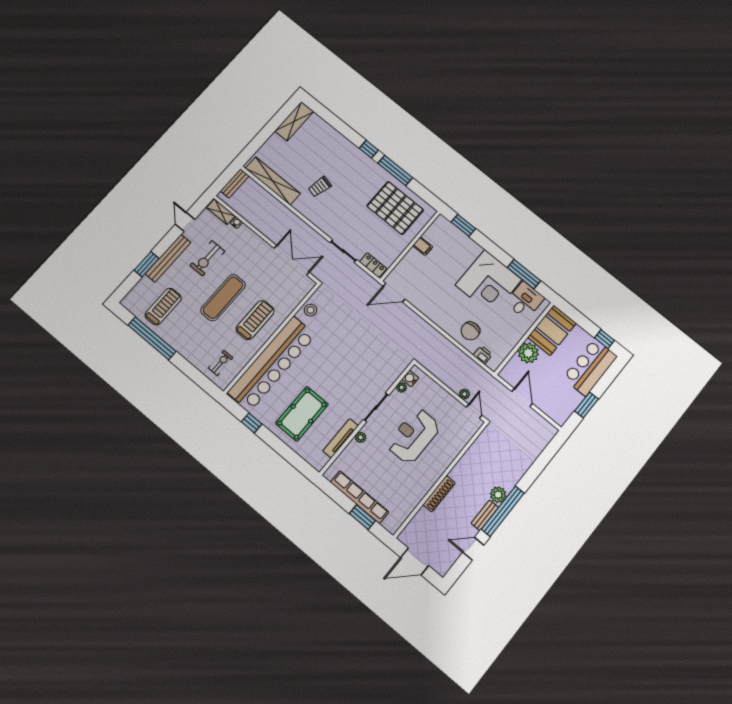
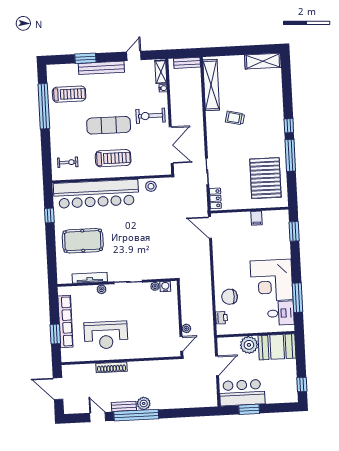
exercise bike: (207, 258) -> (151, 116), moved
bar counter: (590, 367) -> (242, 393), moved
reception desk: (414, 436) -> (106, 335), moved, turned 180

